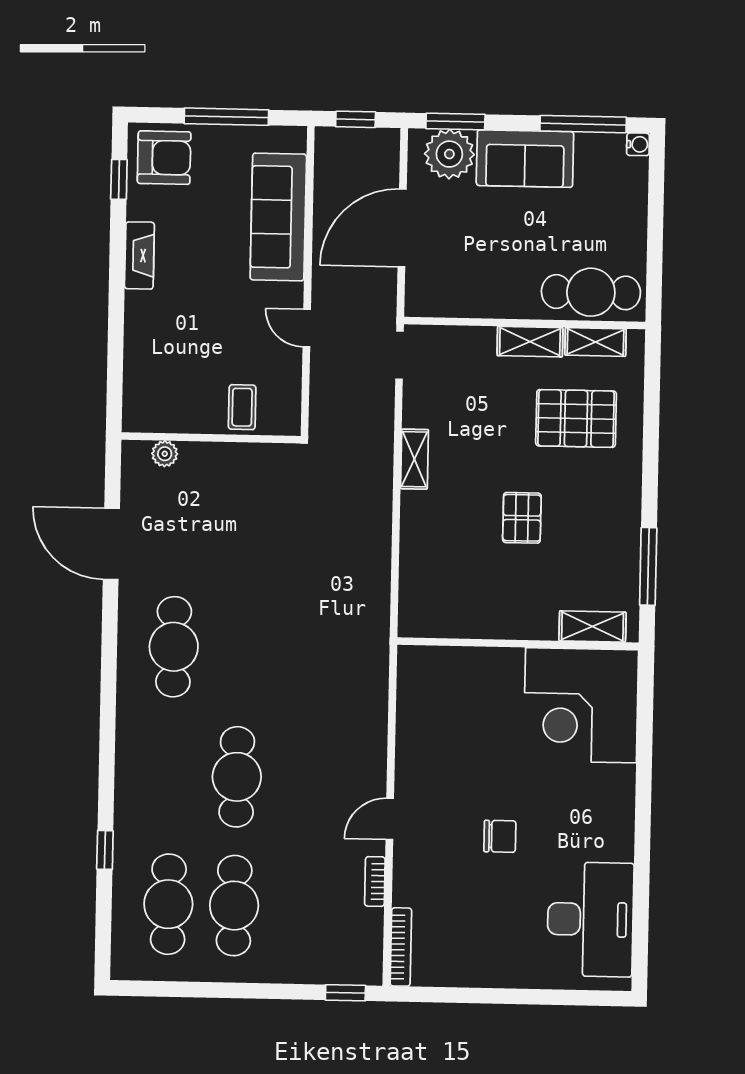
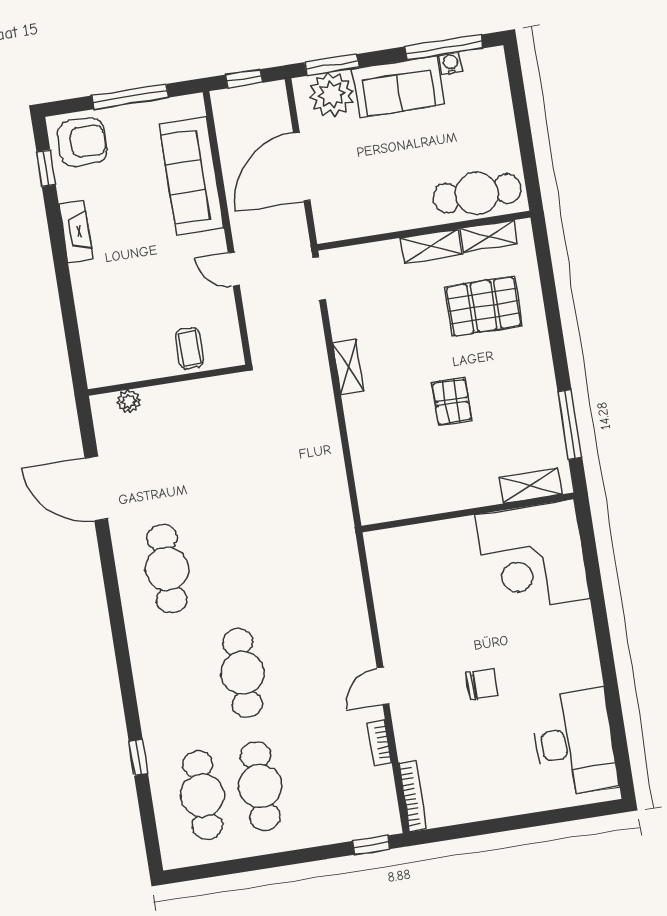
water cooler: (638, 144) -> (451, 63), moved, turned -90

